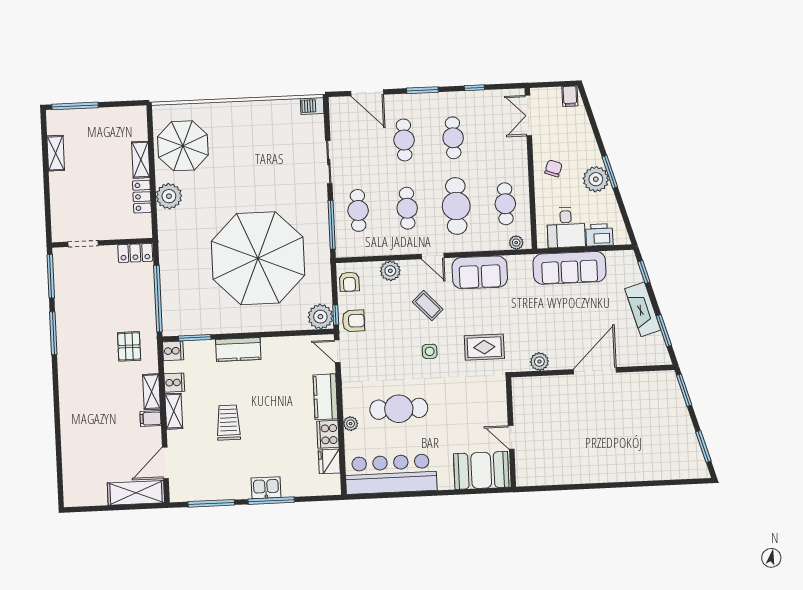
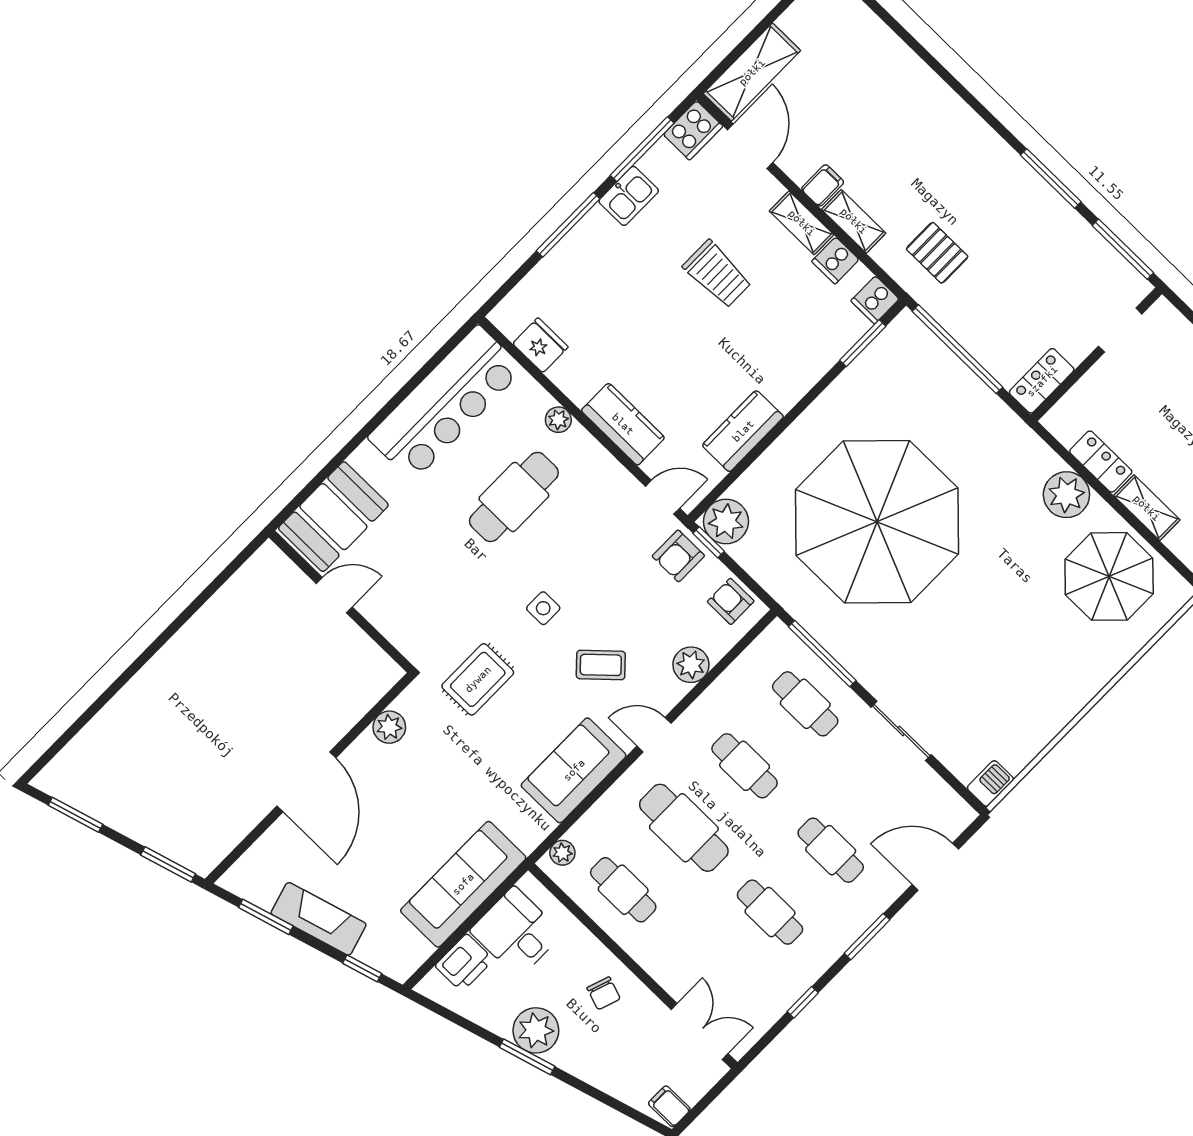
kitchen counter: (238, 349) -> (743, 431), moved
cooker: (328, 434) -> (693, 130), moved, turned 90
kitchen sink: (266, 488) -> (629, 196), moved

